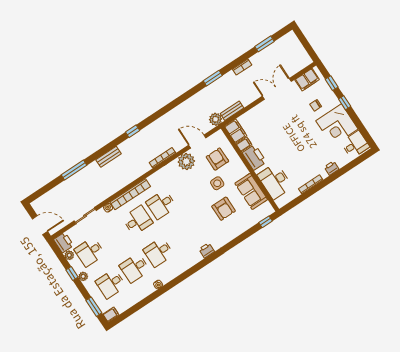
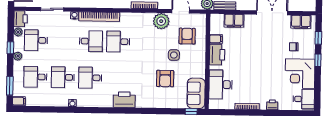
filing cabinet: (236, 131) -> (234, 21), moved, turned 90
sofa: (251, 191) -> (196, 93), moved
printer: (207, 250) -> (124, 100), width x1.87, depth x1.48

